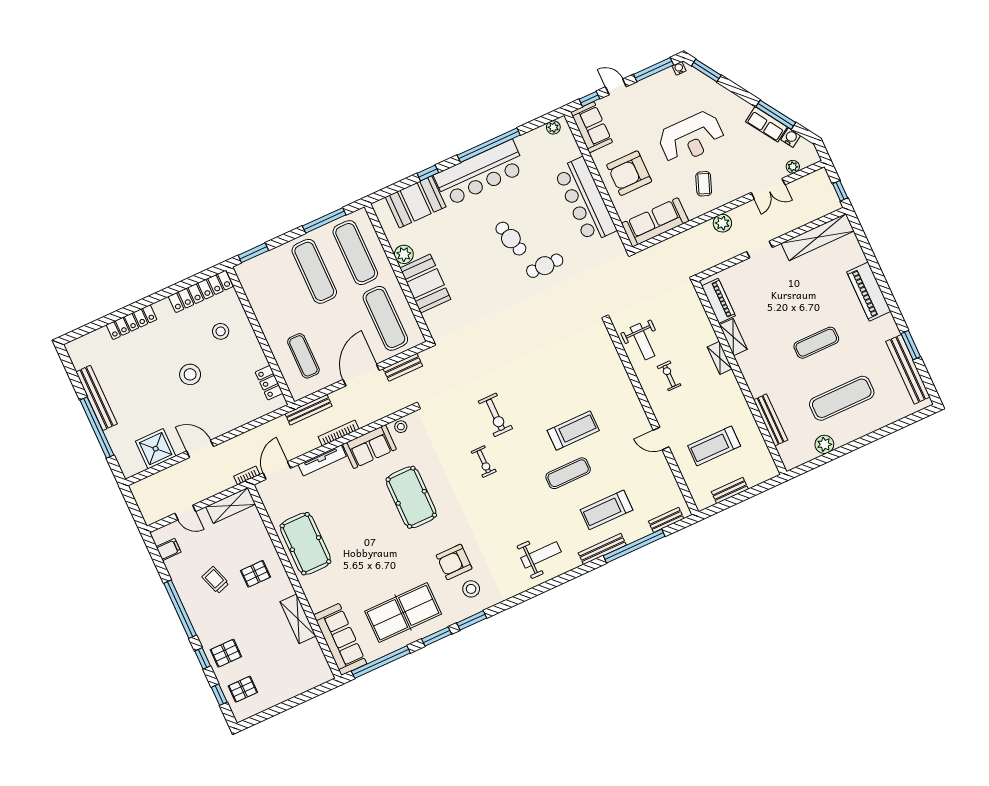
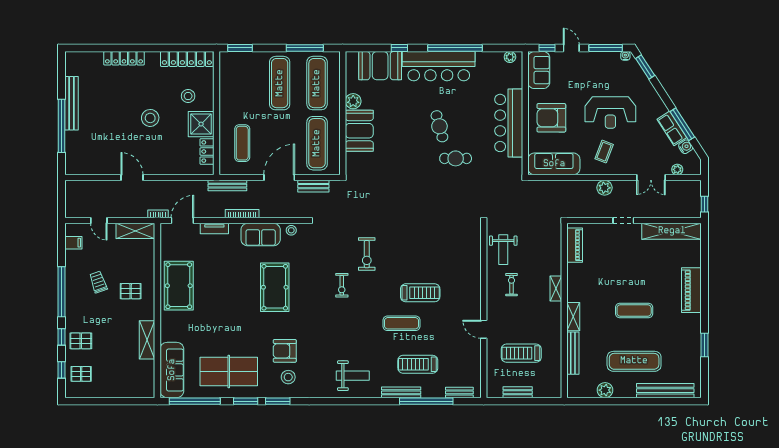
shelving: (733, 337) -> (573, 317), moved
bench: (908, 369) -> (665, 391), moved, turned 90
shower: (156, 449) -> (201, 124), moved
tv unit: (322, 460) -> (214, 229), width x0.71

